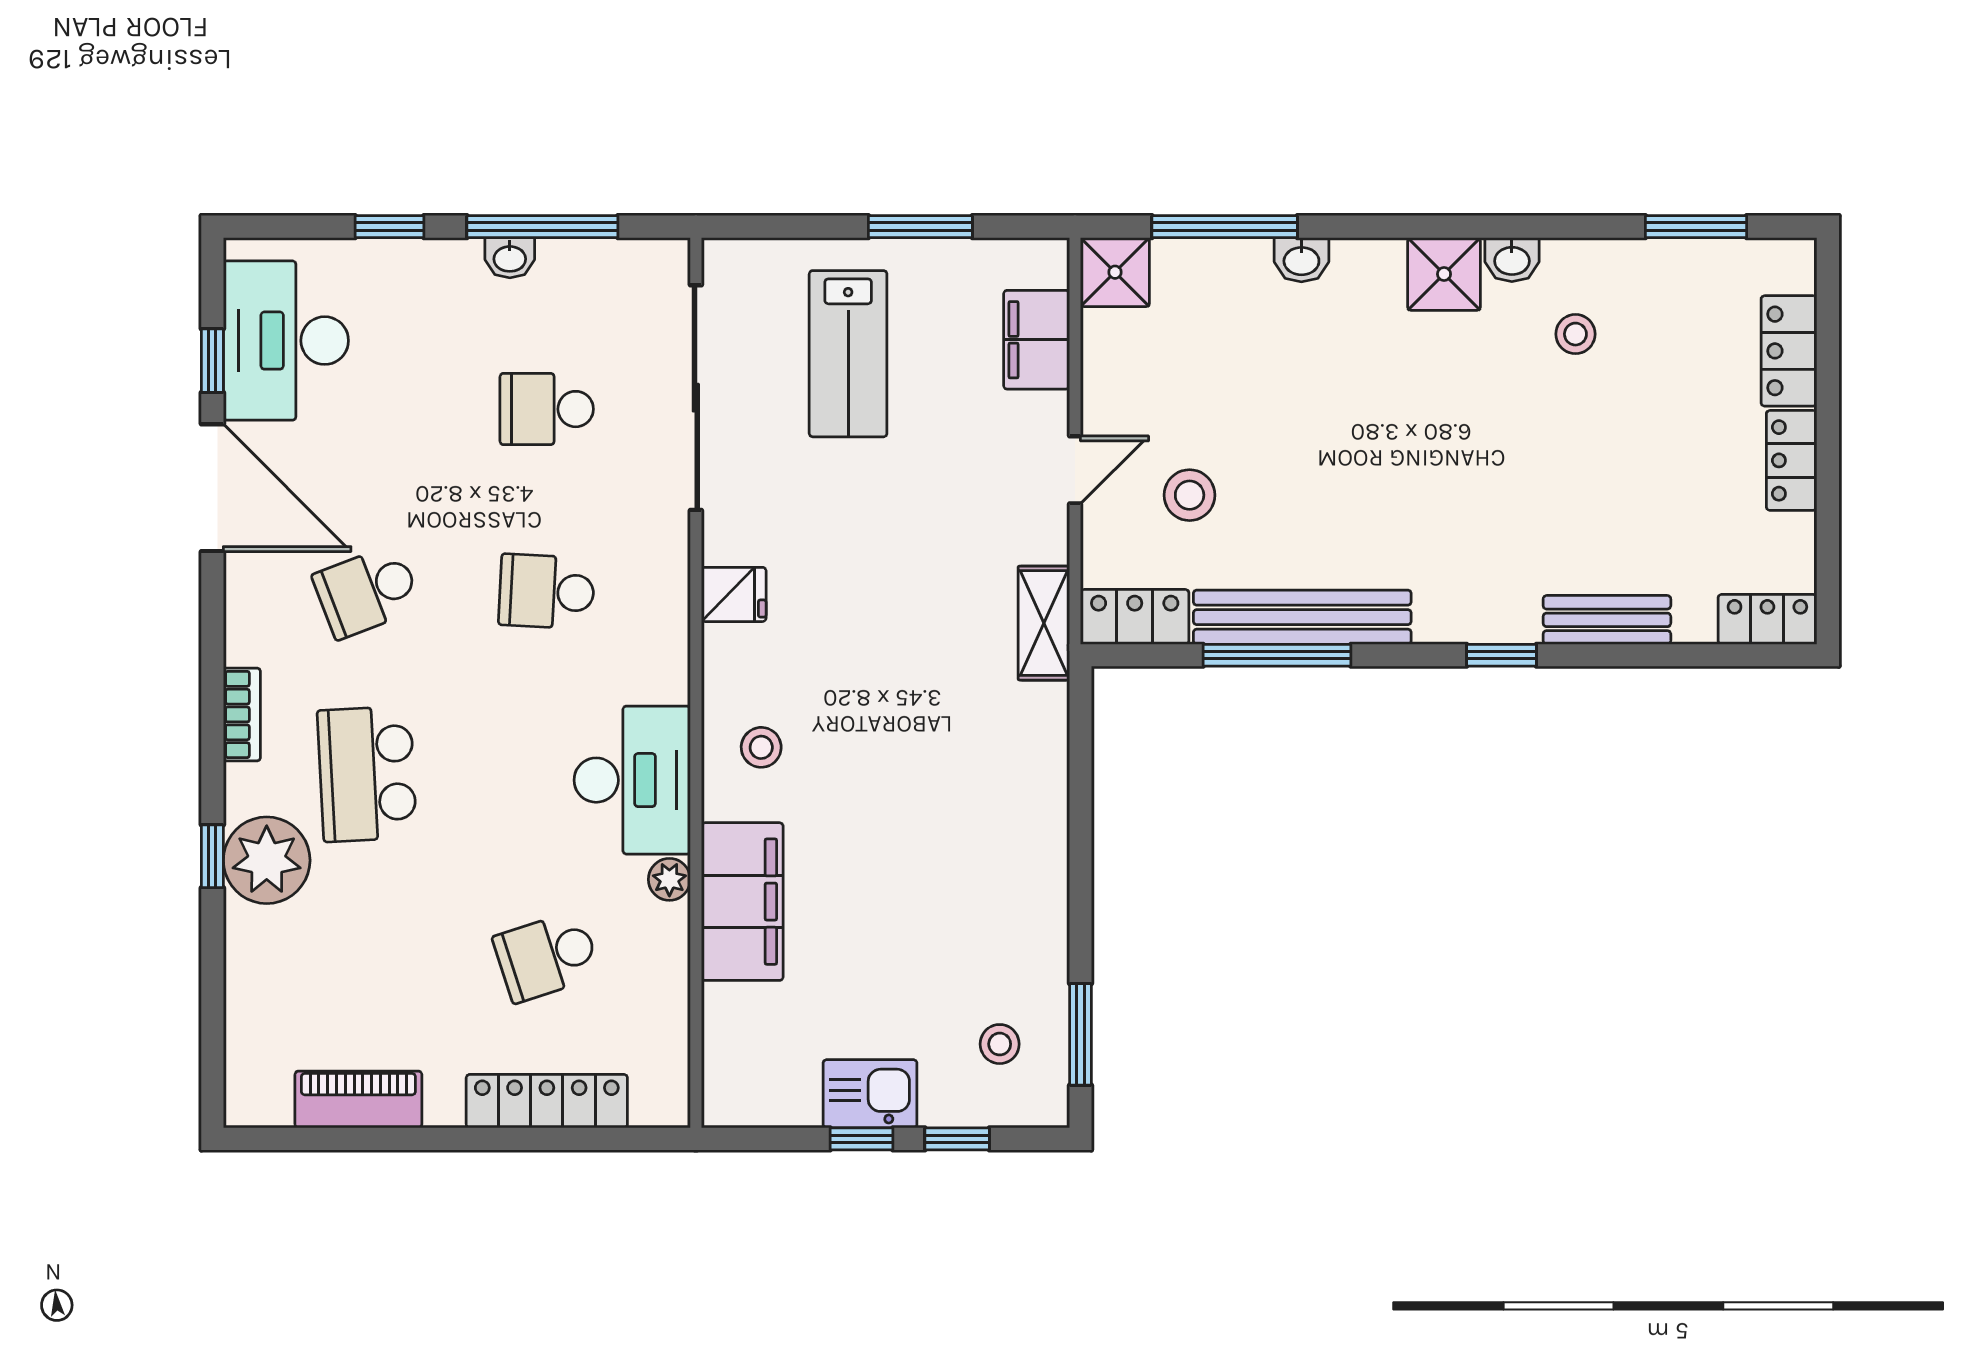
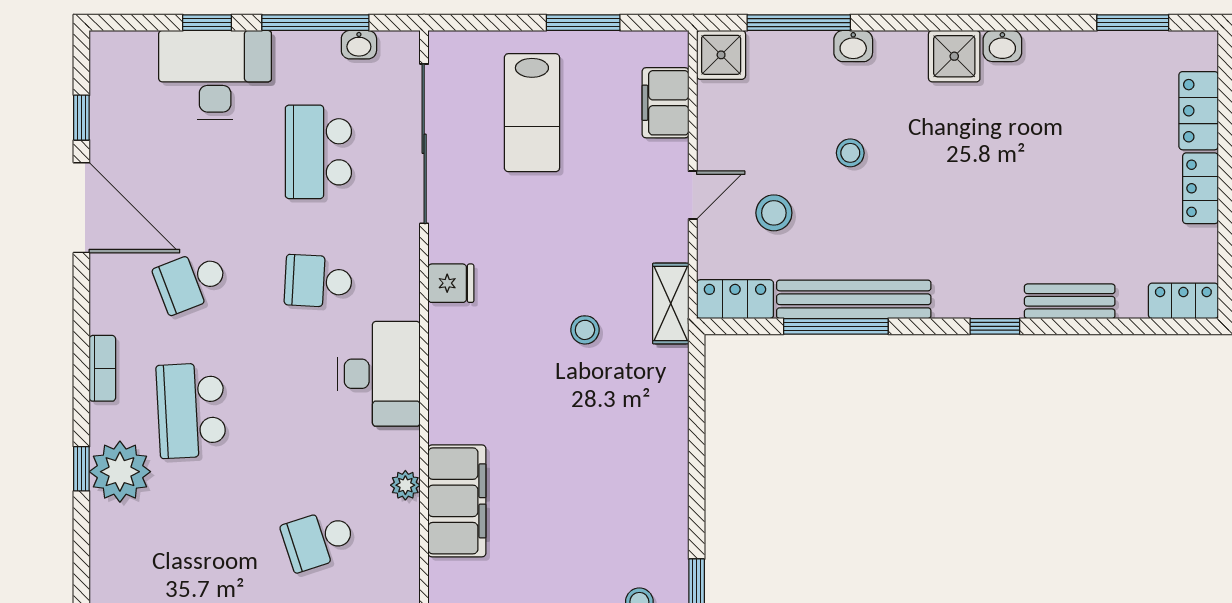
washbasin: (510, 258) -> (359, 45), moved
stool: (1575, 334) -> (850, 153), moved
desk: (286, 341) -> (215, 75), moved, turned 90
school desk: (547, 409) -> (318, 152), width x1.85
stool: (761, 747) -> (585, 330), moved
desk: (632, 780) -> (379, 374), moved

